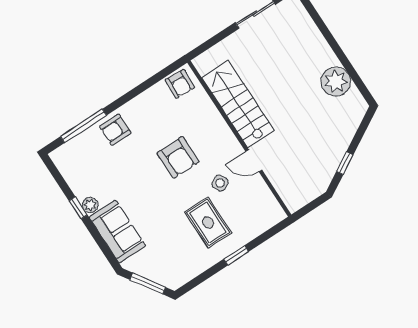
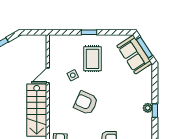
armchair: (178, 157) -> (86, 103), turned -66
door: (254, 161) -> (48, 75), swing flipped
sofa: (117, 231) -> (134, 55), moved, turned -33

